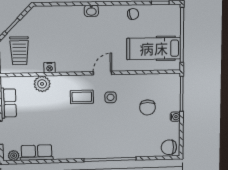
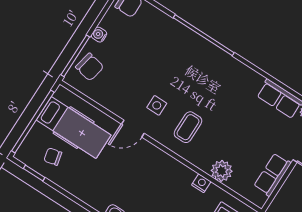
chair: (133, 14) -> (53, 157), moved
door: (102, 73) -> (133, 129), moved
coffee table: (82, 97) -> (188, 127), turned 90
chair: (147, 107) -> (90, 67), moved, turned 102

